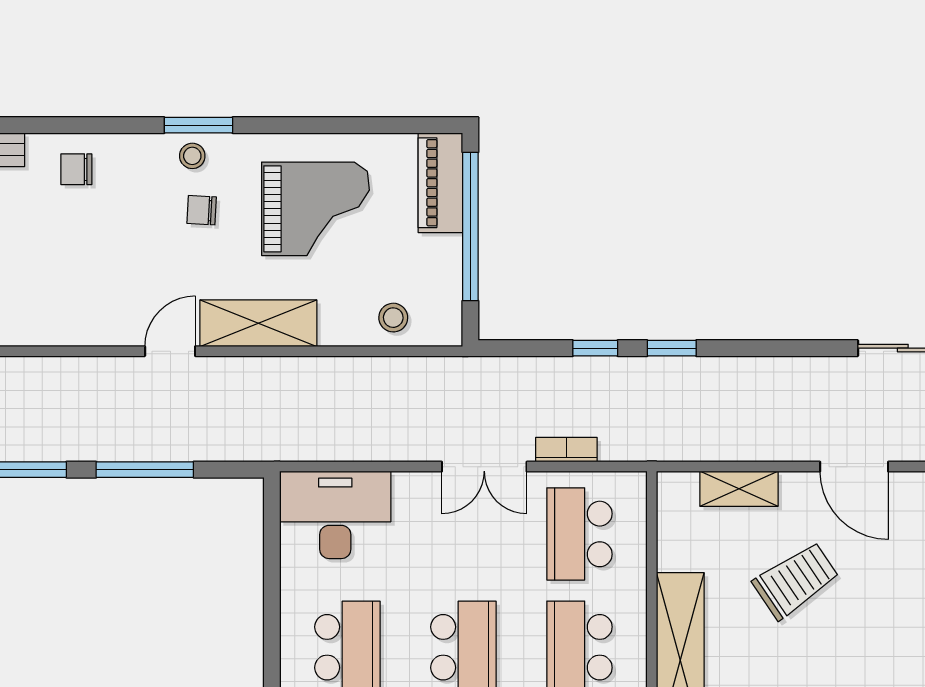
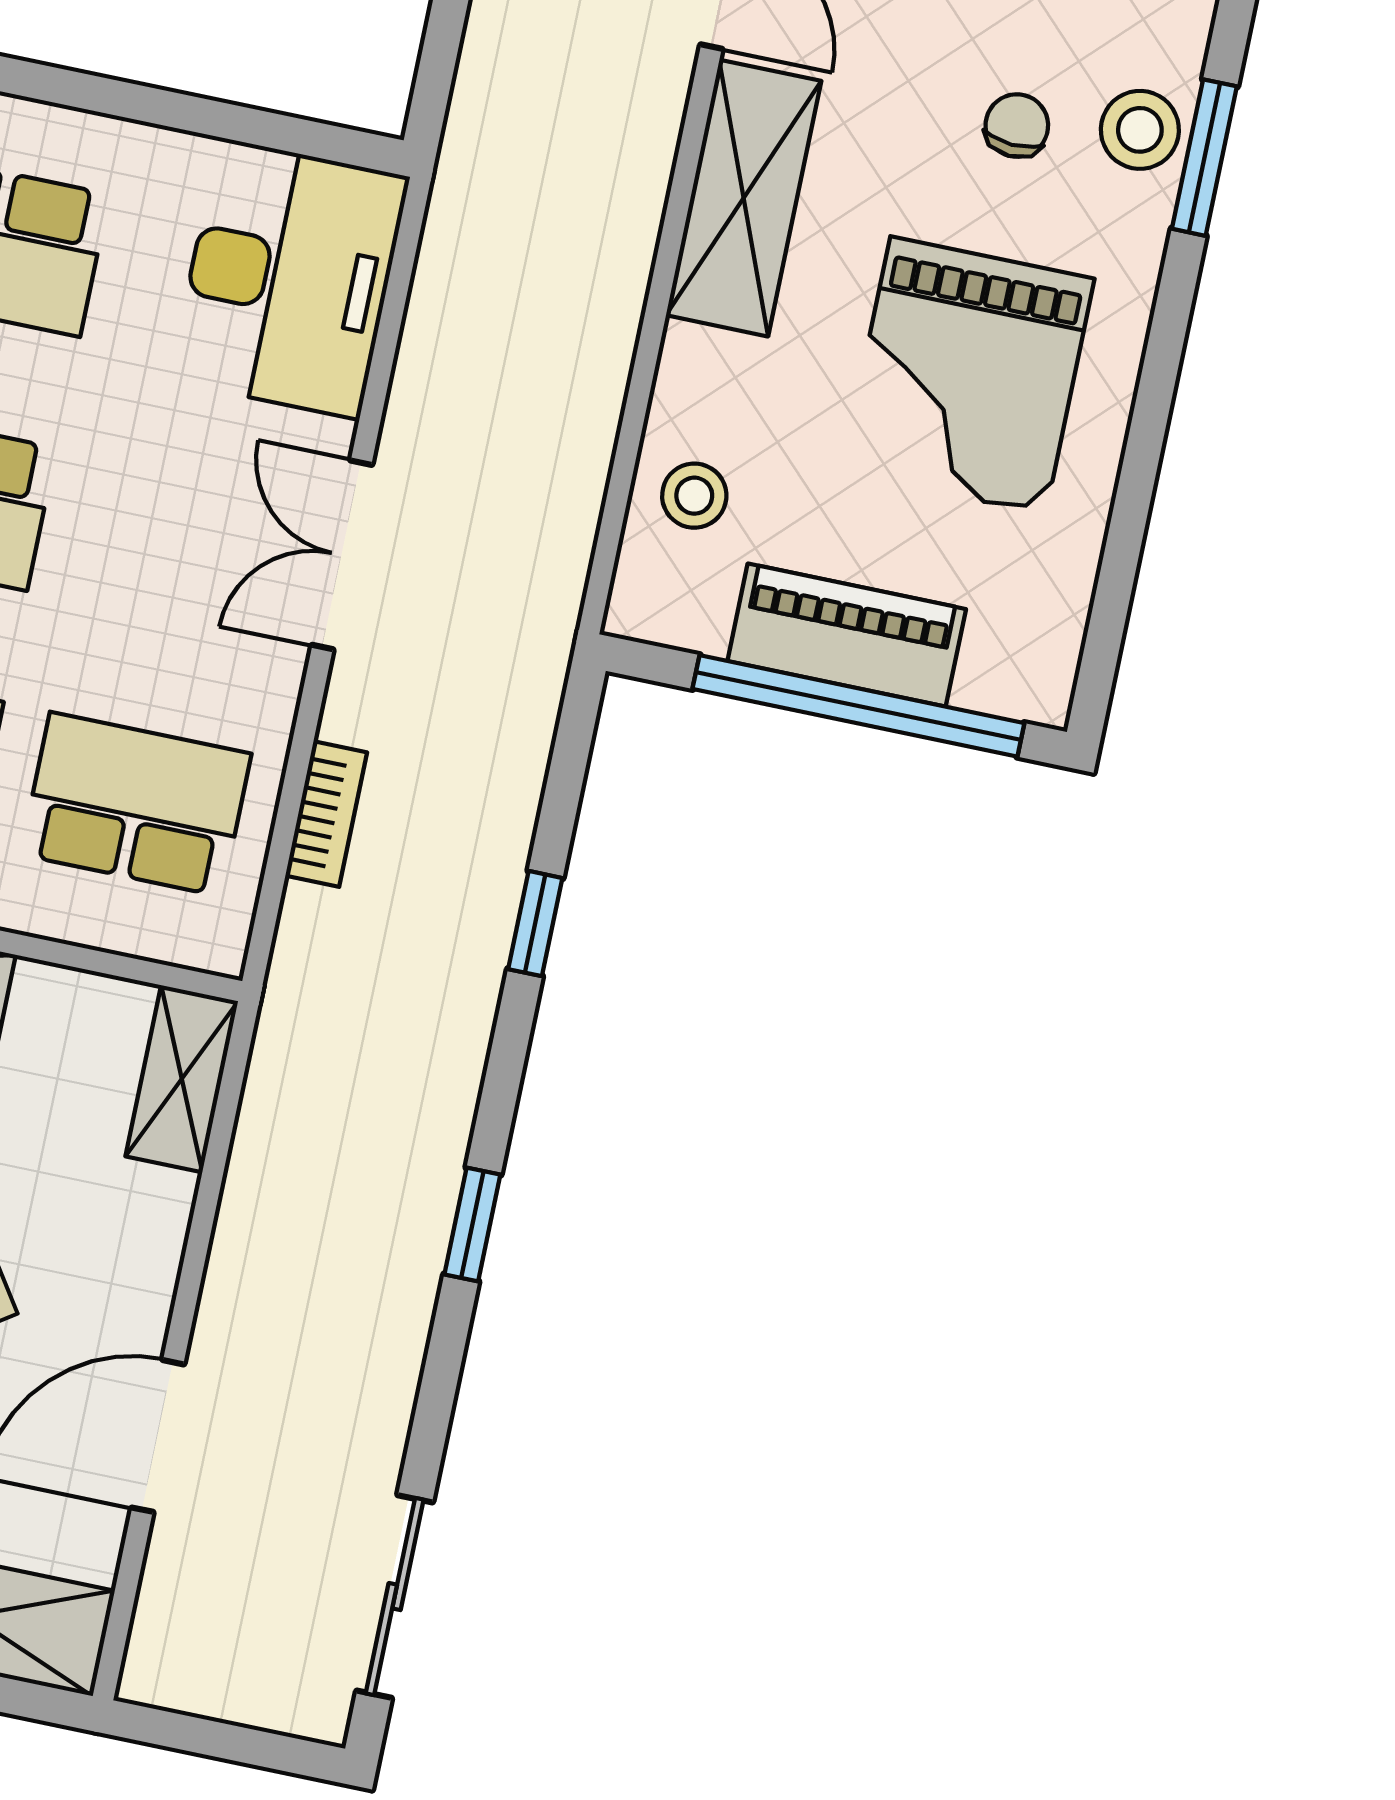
stool: (192, 156) -> (1140, 130), width x1.37, depth x1.37
piano: (440, 183) -> (847, 635), moved
window: (672, 348) -> (472, 1225), moved
double door: (484, 467) -> (342, 555), moved
shelving: (739, 489) -> (182, 1079), moved

